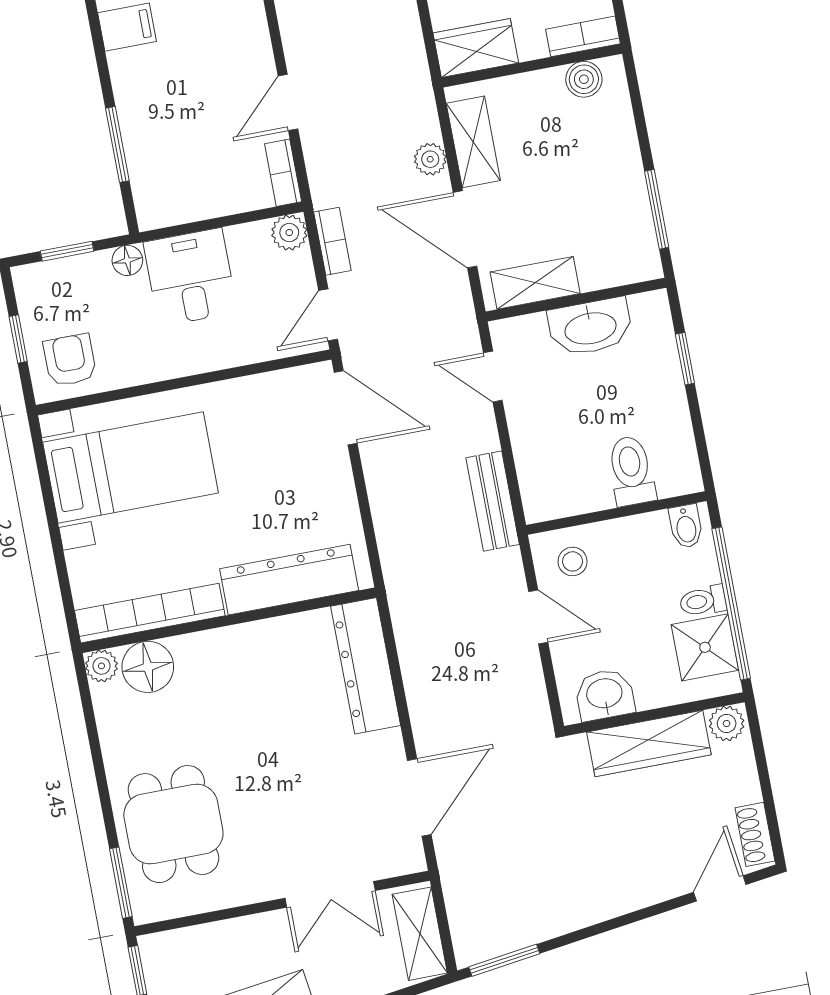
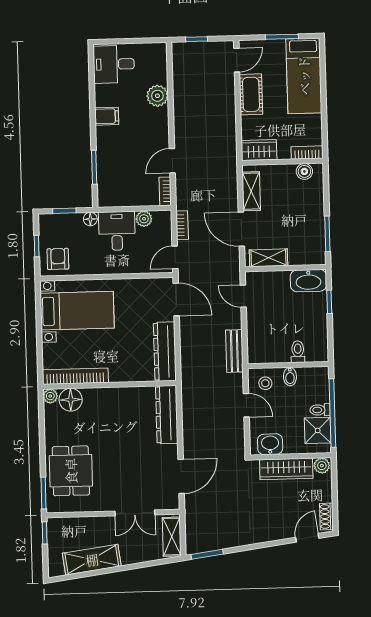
plant: (430, 159) -> (231, 196), removed
plant: (289, 233) -> (144, 219), moved
washbasin: (590, 327) -> (308, 281), moved
toilet: (631, 471) -> (298, 352), width x0.73, depth x0.72
bidet: (686, 526) -> (290, 377), moved
dresser: (289, 580) -> (165, 351), moved, turned -90

